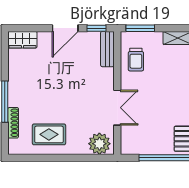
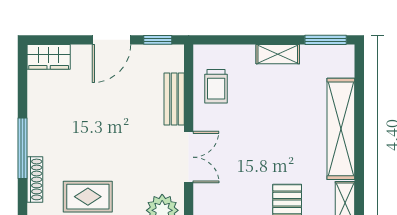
window: (140, 28) -> (222, 40), removed
bench: (107, 49) -> (174, 99), moved

